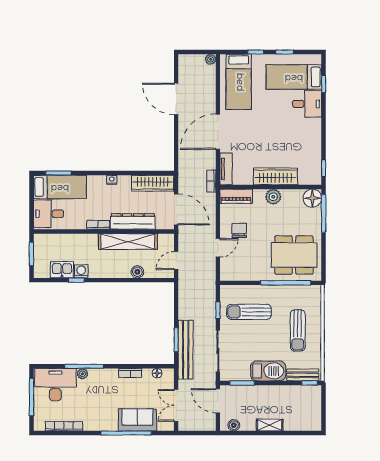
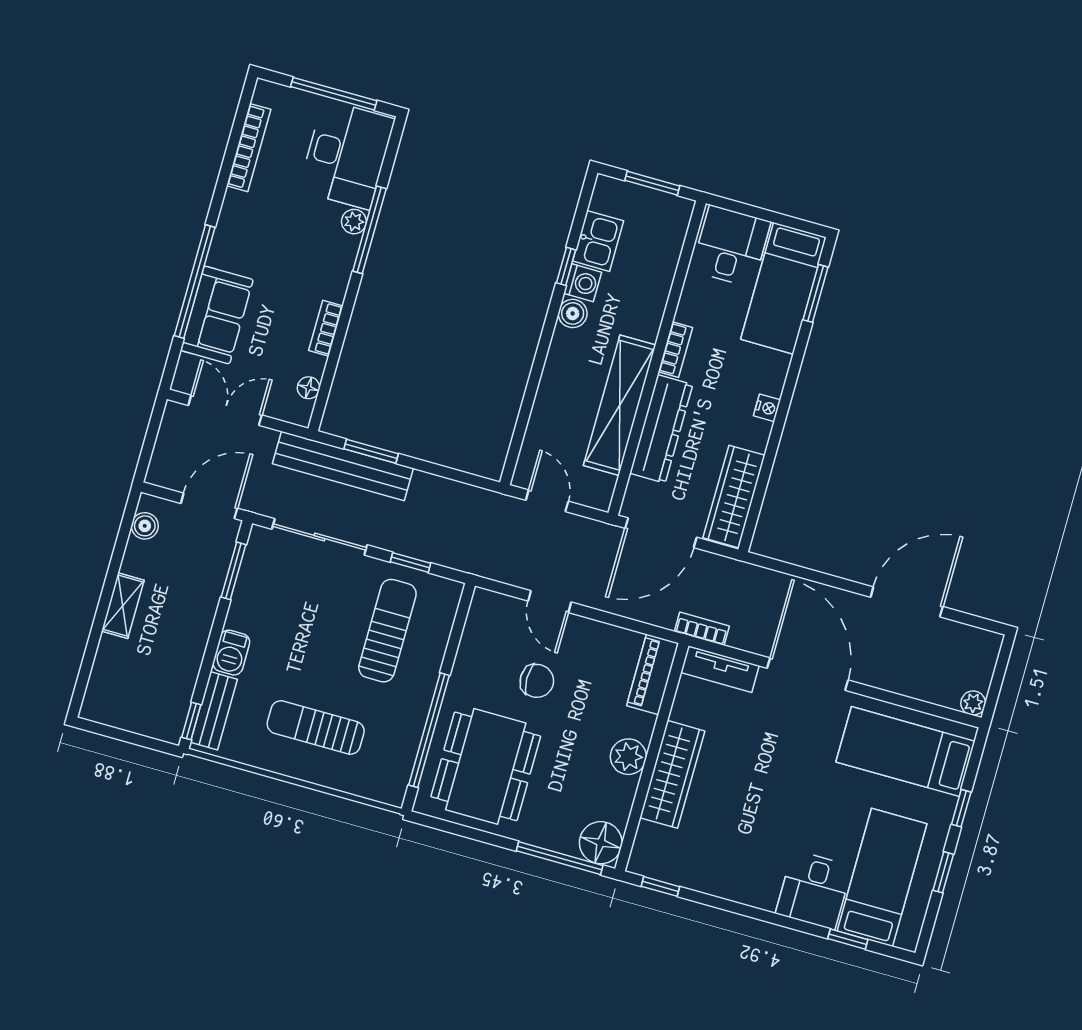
chair: (239, 230) -> (537, 681), moved
boiler: (137, 272) -> (573, 313), moved
barbecue: (268, 371) -> (231, 653), width x0.53, depth x0.65

